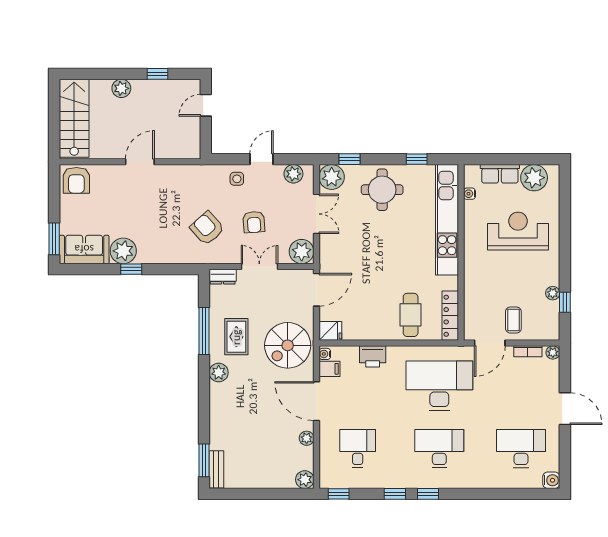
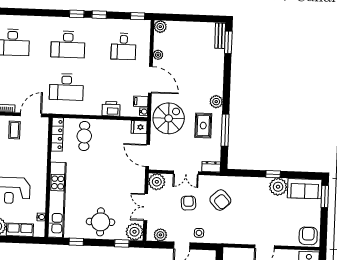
door: (316, 290) -> (148, 155), hinge flipped
desk: (439, 386) -> (66, 87), width x0.73, depth x0.77

